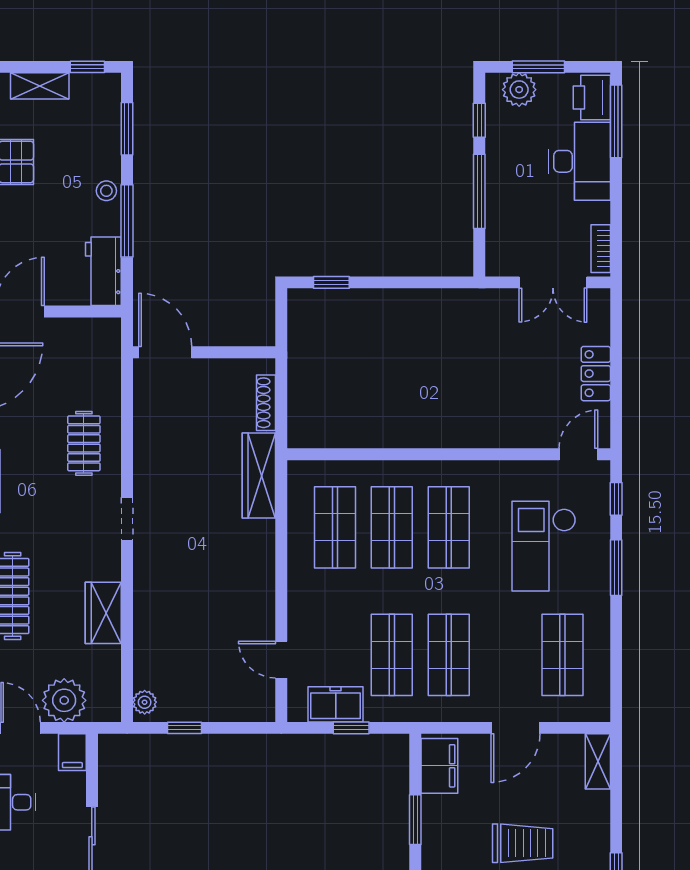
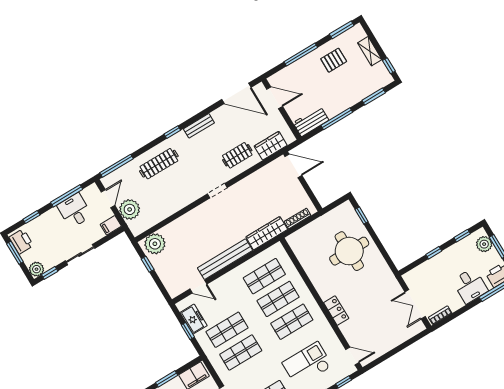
desk: (580, 161) -> (470, 286), width x0.73
stool: (106, 191) -> (344, 103), removed
window: (479, 191) -> (434, 253), width x0.46
round table: (383, 344) -> (349, 251), added
door: (165, 352) -> (293, 166), hinge flipped
locker: (596, 374) -> (336, 311), moved, turned 90
bench: (260, 581) -> (225, 259), added
wardrobe: (103, 613) -> (271, 146), moved
door: (281, 660) -> (198, 287), swing flipped
plant: (145, 702) -> (155, 244), width x1.88, depth x1.88

